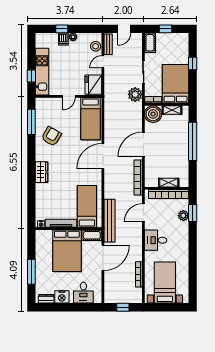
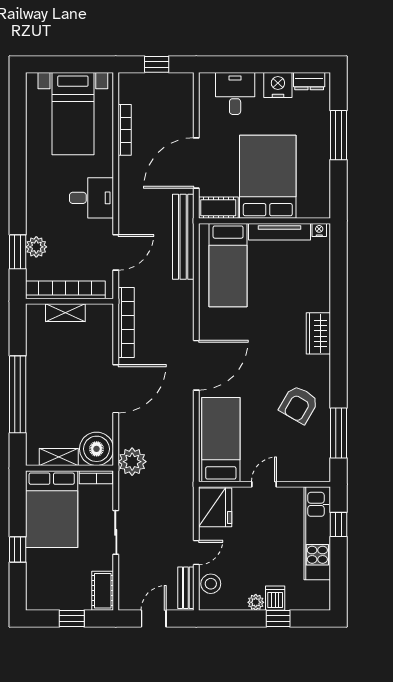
plant: (135, 94) -> (132, 462), moved

